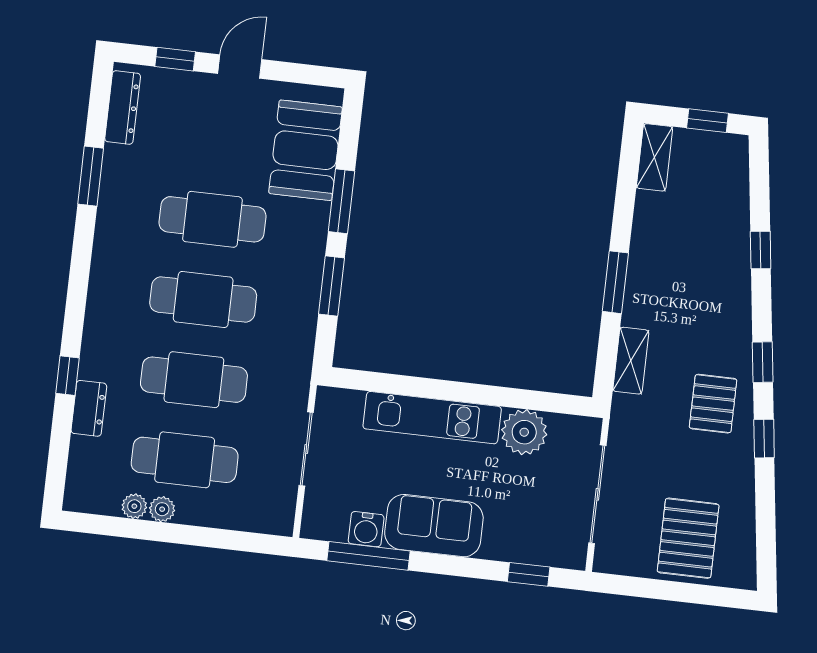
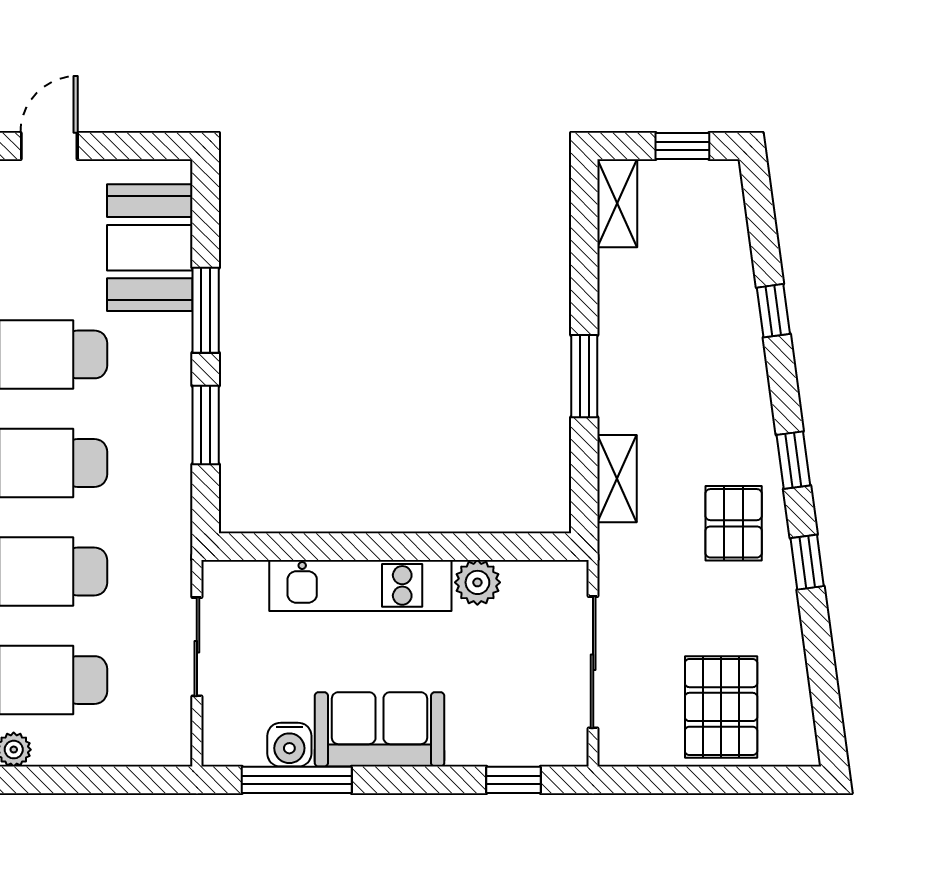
plant: (524, 432) -> (477, 582), width x0.73, depth x0.73

